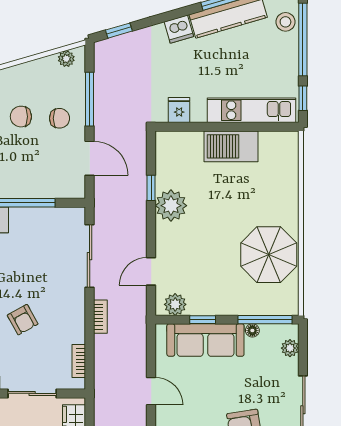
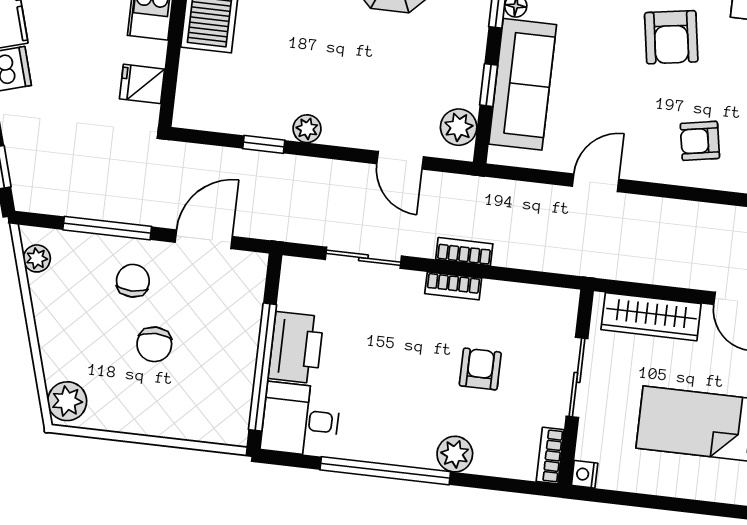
chair: (21, 117) -> (154, 344), moved
plant: (171, 206) -> (307, 129), width x0.53, depth x0.53
printer: (31, 222) -> (296, 348), added
sliding door: (90, 256) -> (363, 258), width x0.73
armchair: (23, 320) -> (480, 369), moved, turned -61
bookcase: (79, 361) -> (453, 286), moved

